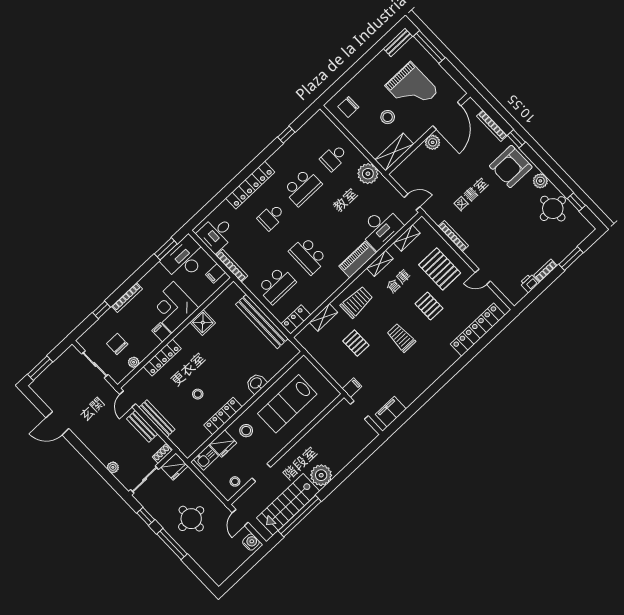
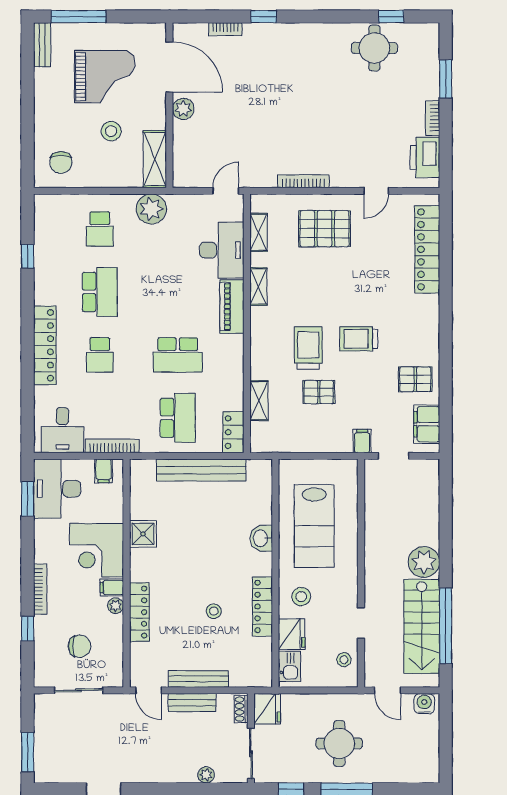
bookcase: (492, 126) -> (225, 29), width x0.64
armchair: (511, 167) -> (287, 50), removed
plant: (540, 181) -> (332, 33), removed
printer: (529, 283) -> (425, 157), width x1.87, depth x1.48
trolley: (357, 302) -> (308, 348), moved
pallet: (429, 306) -> (415, 379), moved
chair: (117, 344) -> (80, 646), turned 180
plant: (134, 362) -> (116, 606), moved

